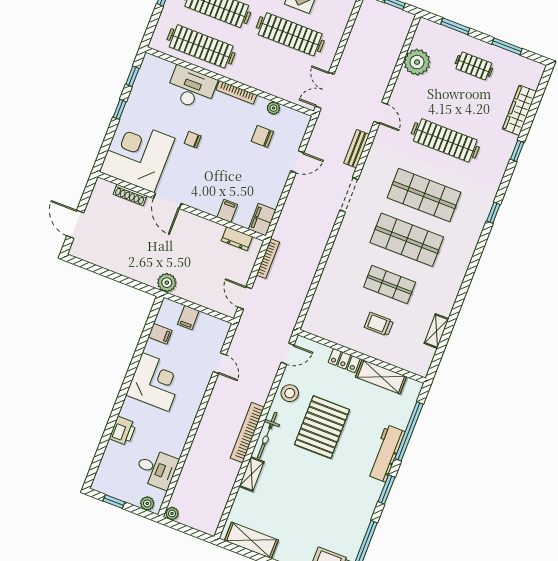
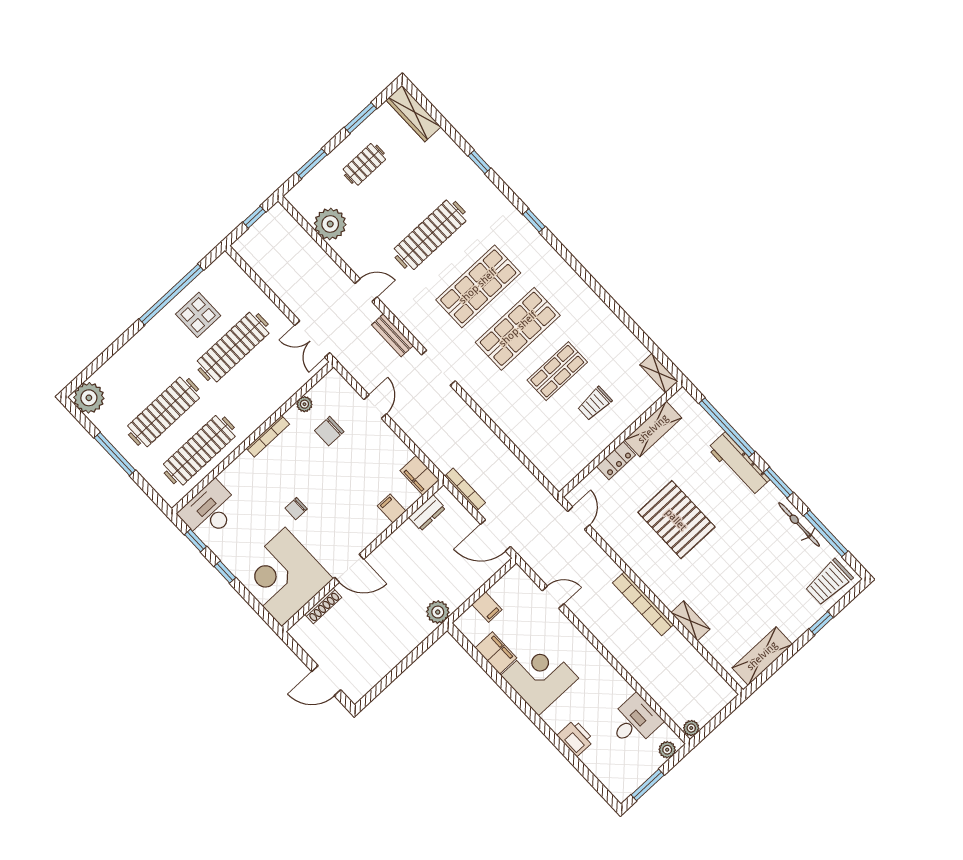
desk: (191, 88) -> (210, 511), moved
wardrobe: (519, 110) -> (413, 113), moved
door: (245, 298) -> (495, 535), width x1.38
shelving: (436, 331) -> (659, 373), moved
filing cabinet: (160, 334) -> (496, 653), width x2.00
stool: (290, 393) -> (623, 537), removed
bicycle: (267, 435) -> (799, 524), moved, turned 180
window: (114, 502) -> (648, 785), width x1.50

